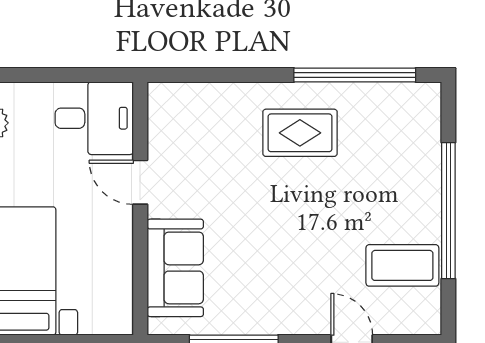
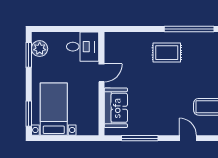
door: (140, 182) -> (101, 73), swing flipped

